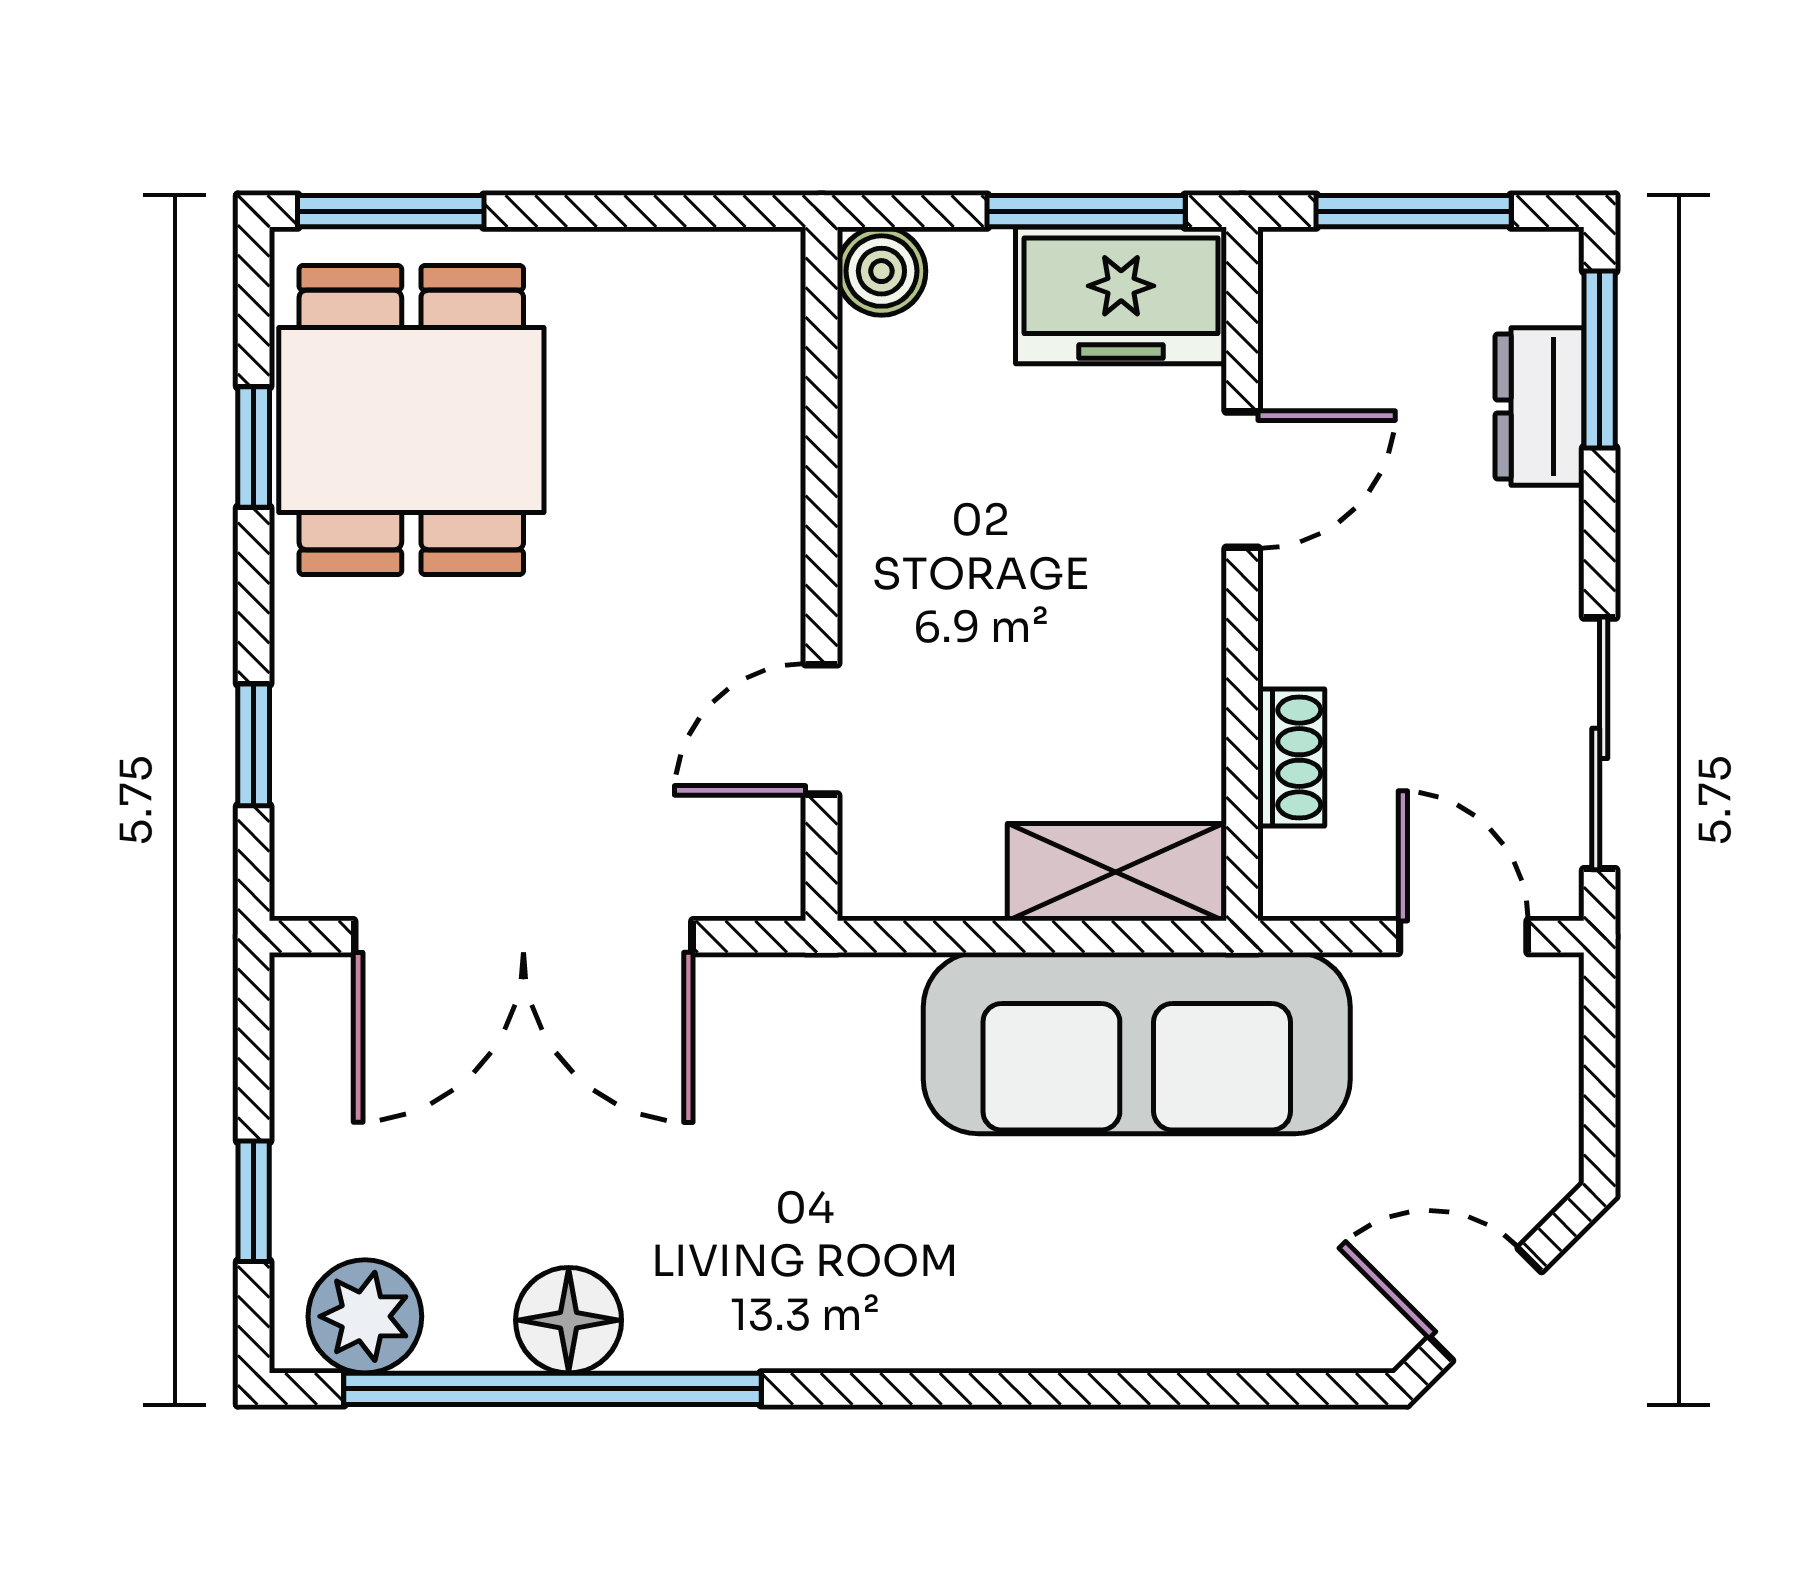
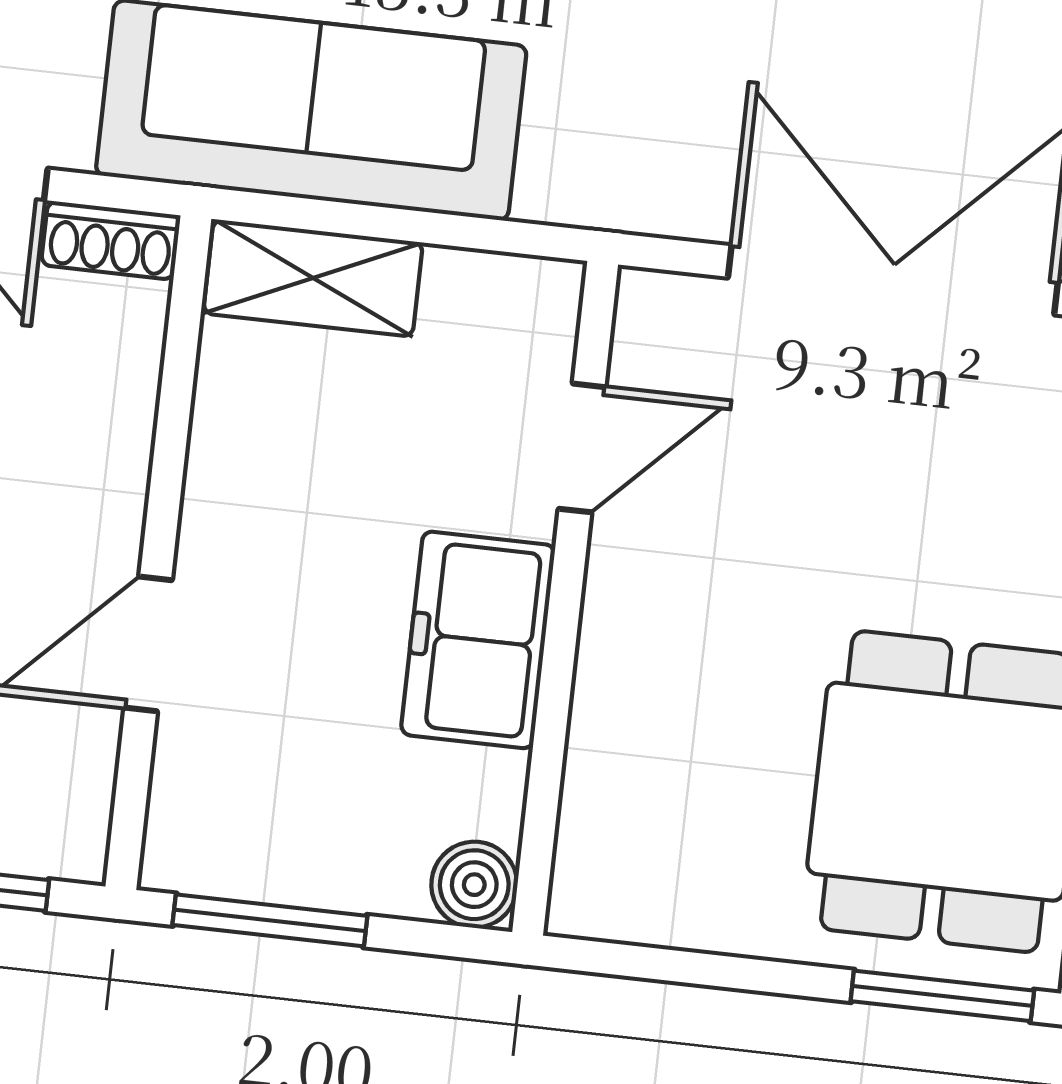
freezer: (1121, 295) -> (478, 640), moved, turned -90
shoe rack: (1291, 758) -> (111, 240), moved, turned -90

